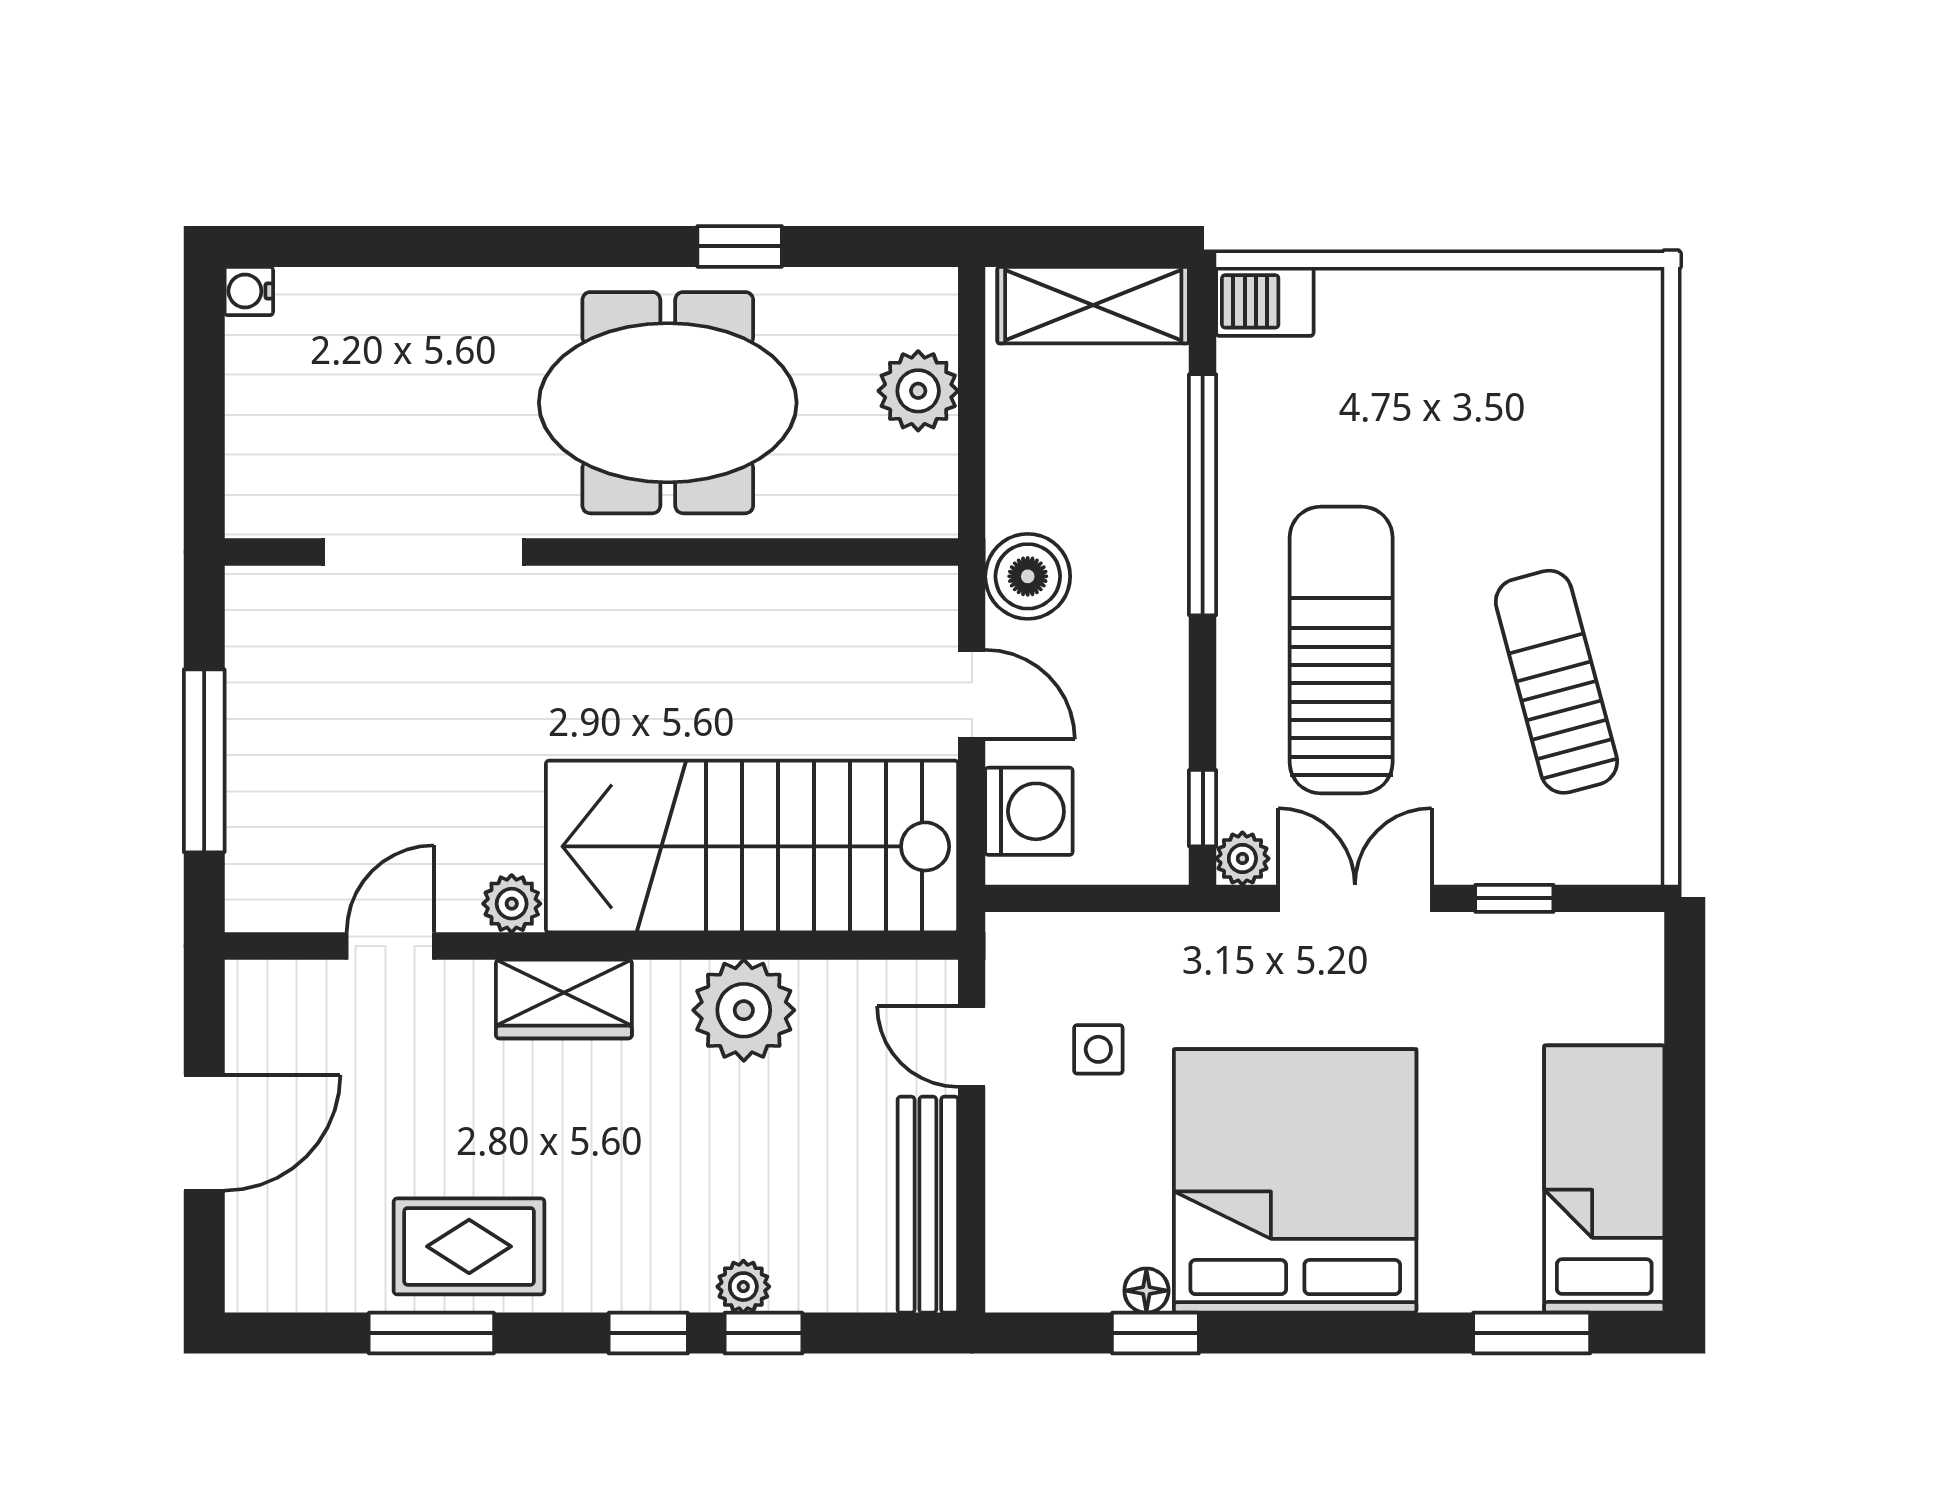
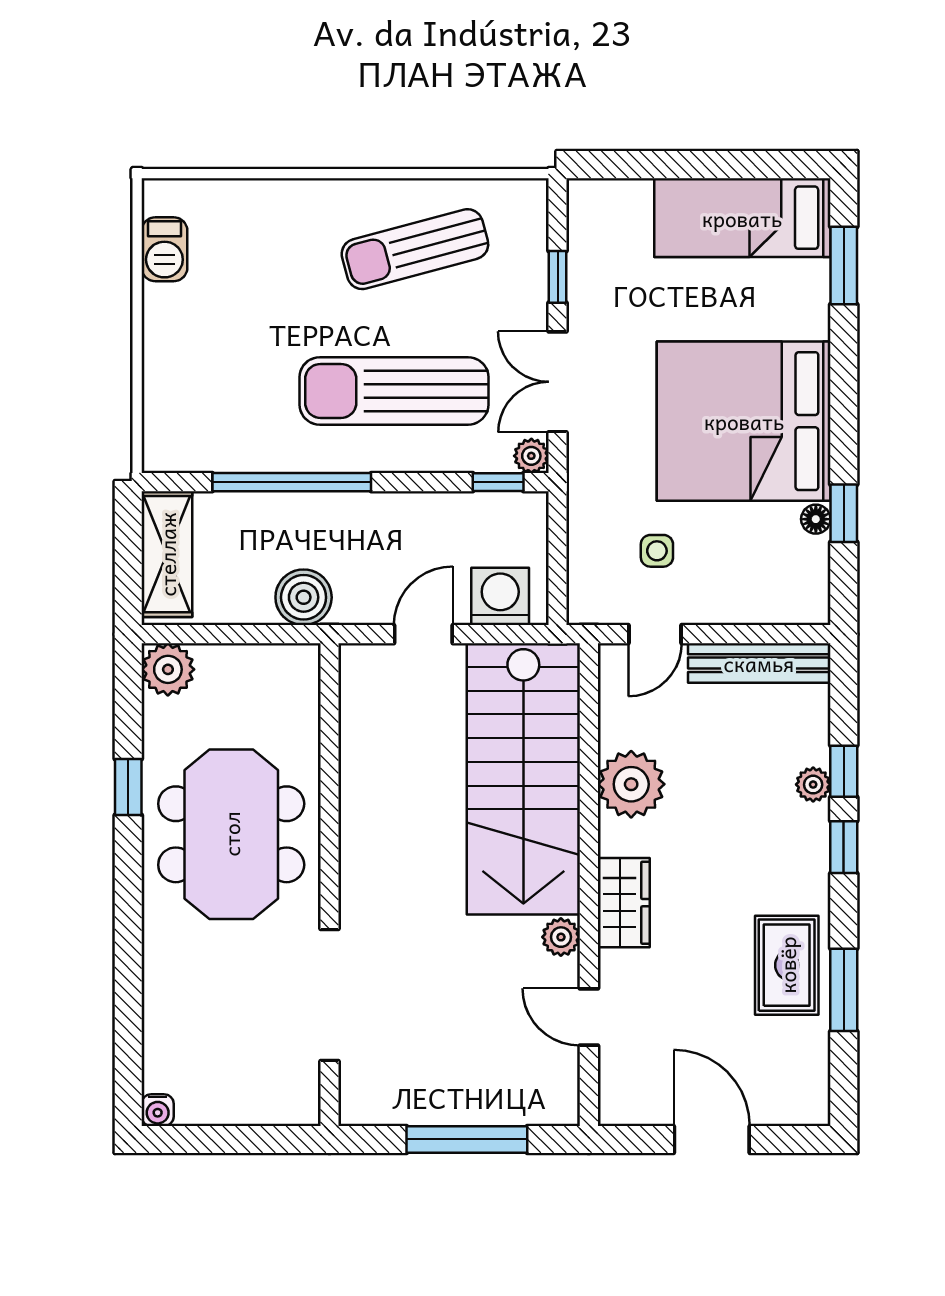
barbecue: (1265, 301) -> (164, 249), moved
plant: (918, 391) -> (168, 669), moved
boiler: (1028, 576) -> (304, 597), moved

